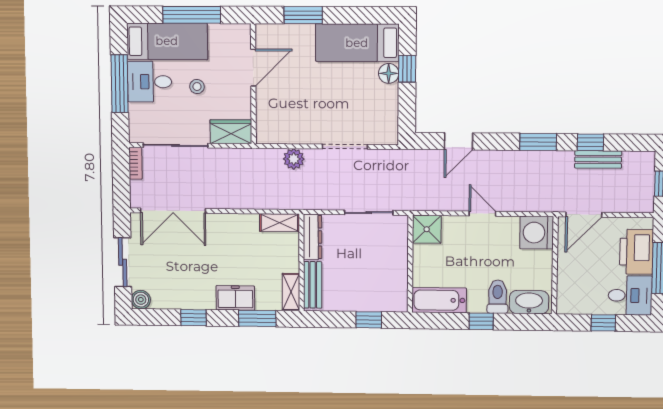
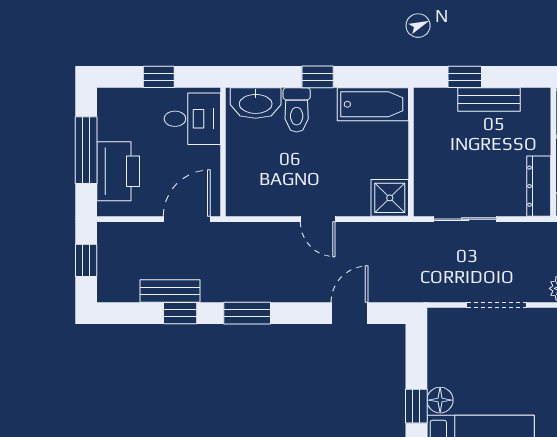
washing machine: (537, 233) -> (247, 195), removed
bench: (313, 285) -> (489, 99), moved, turned 90
desk: (630, 295) -> (192, 119), moved, turned 180

